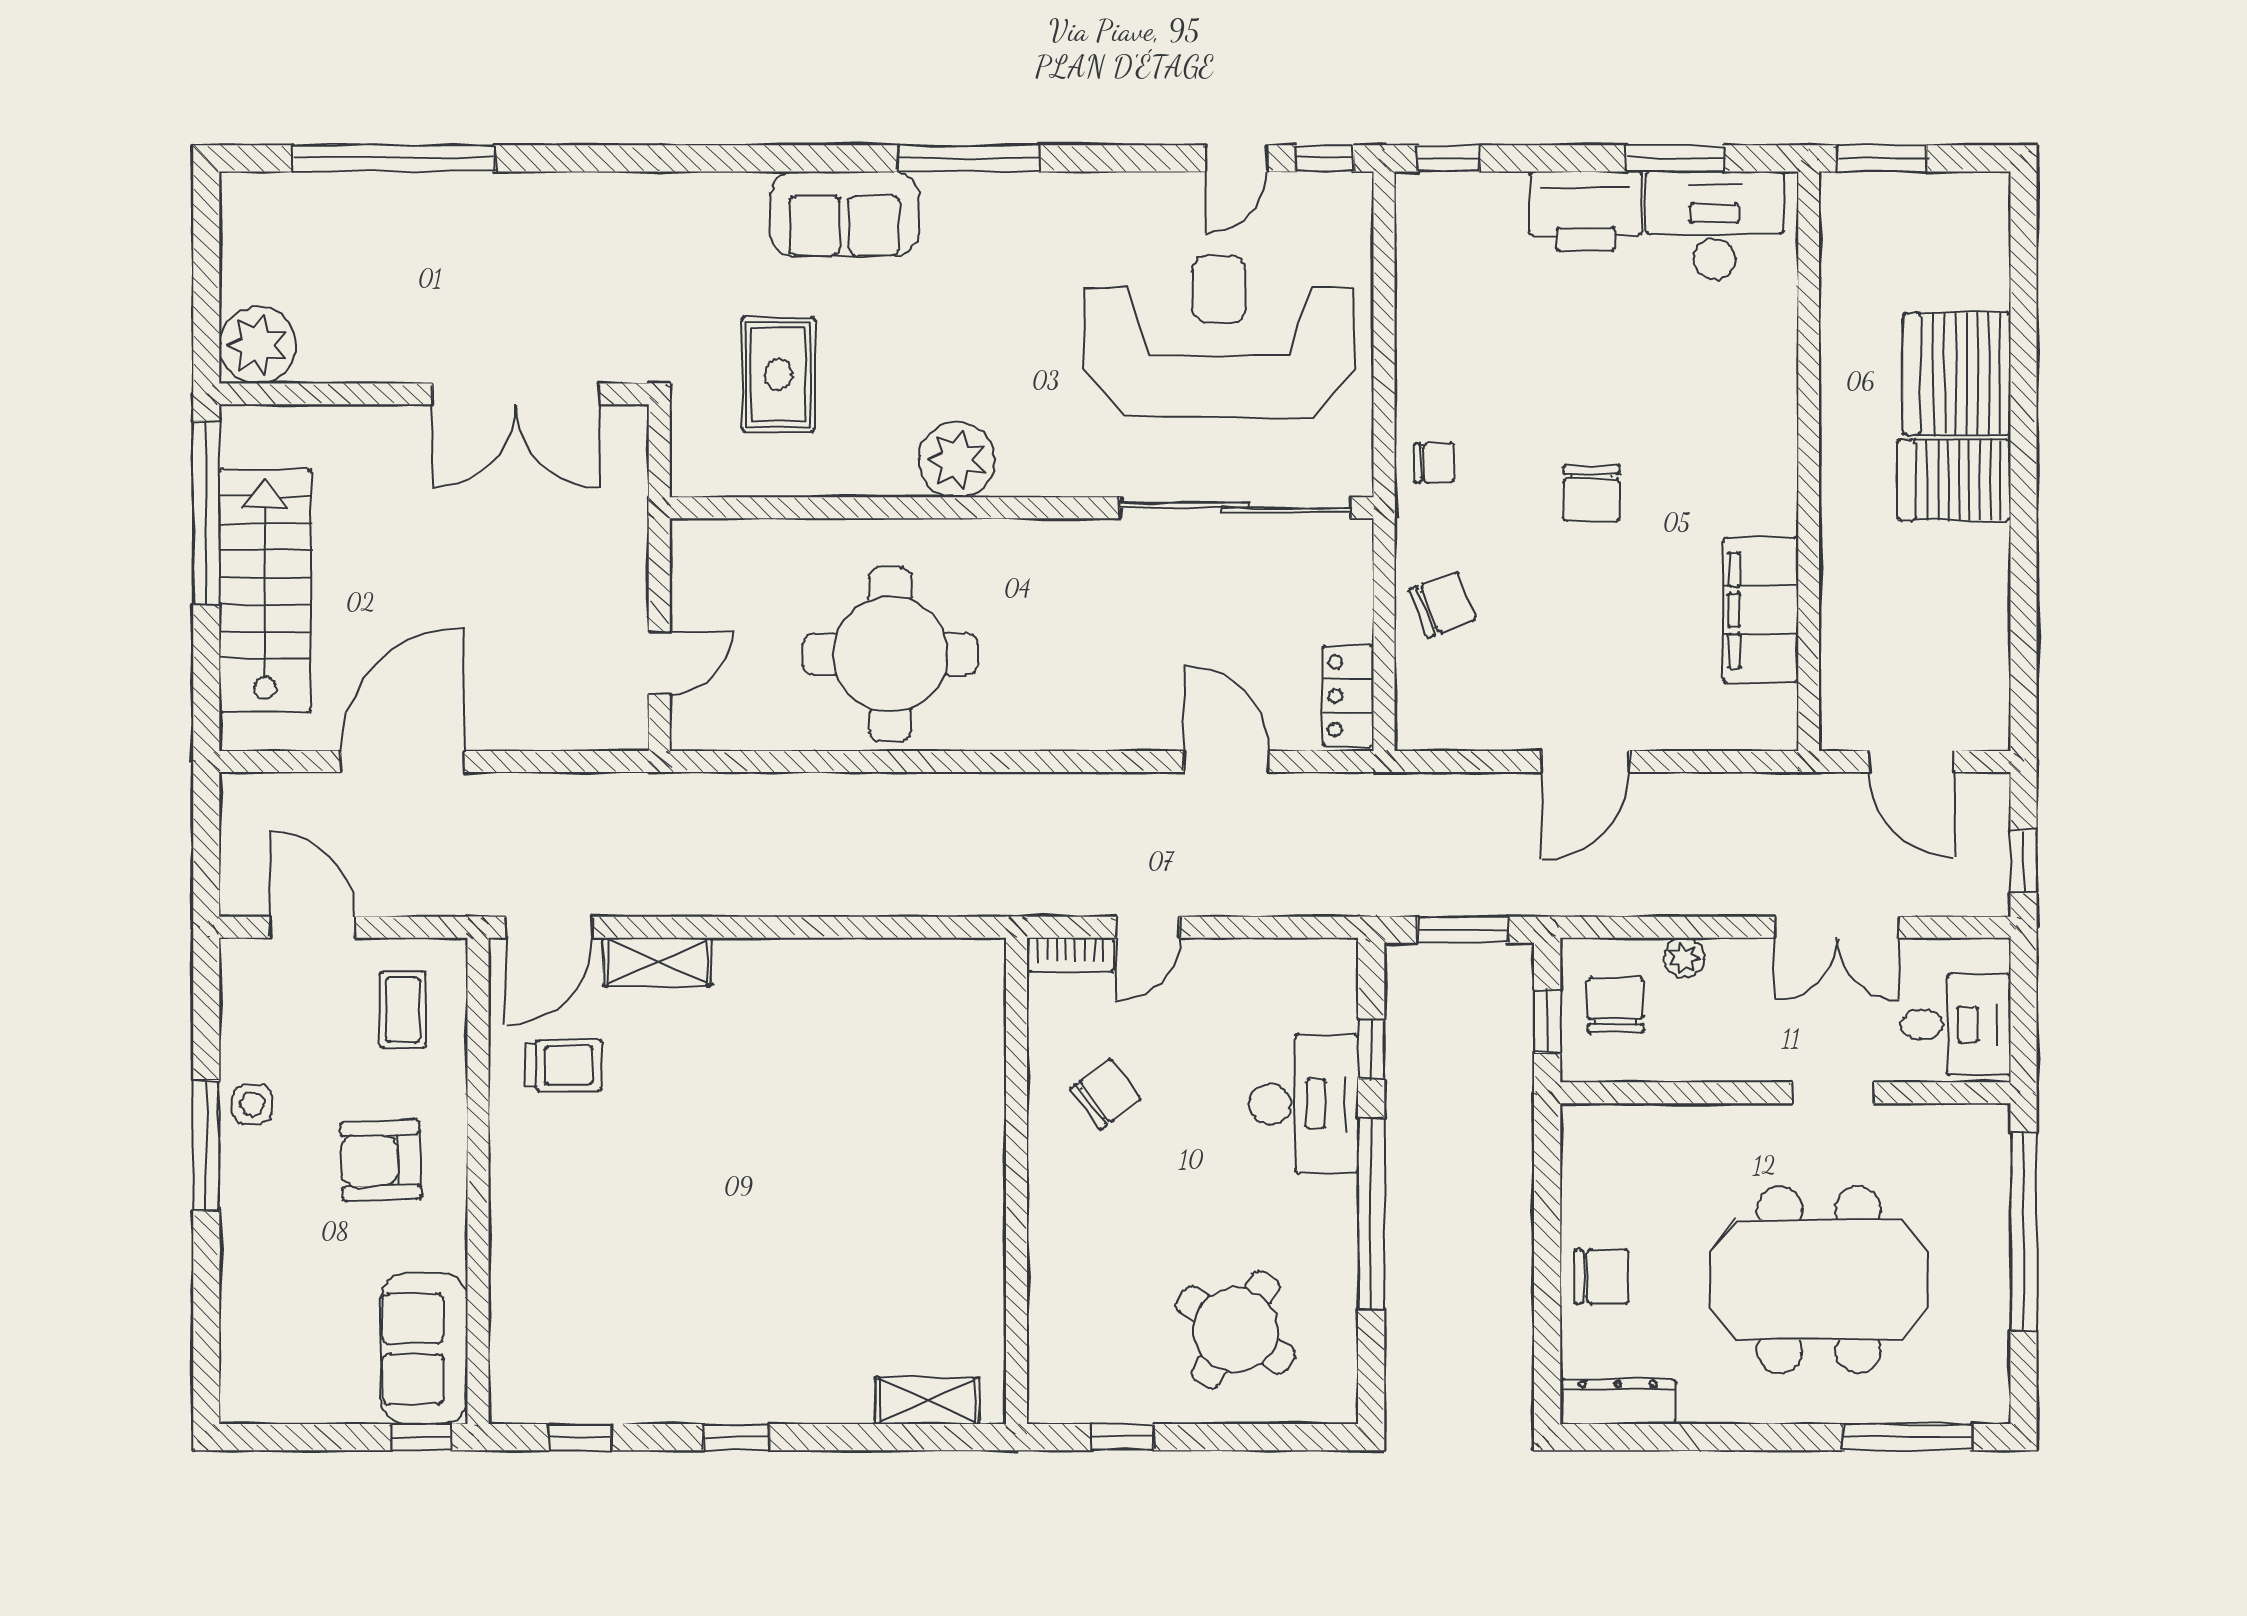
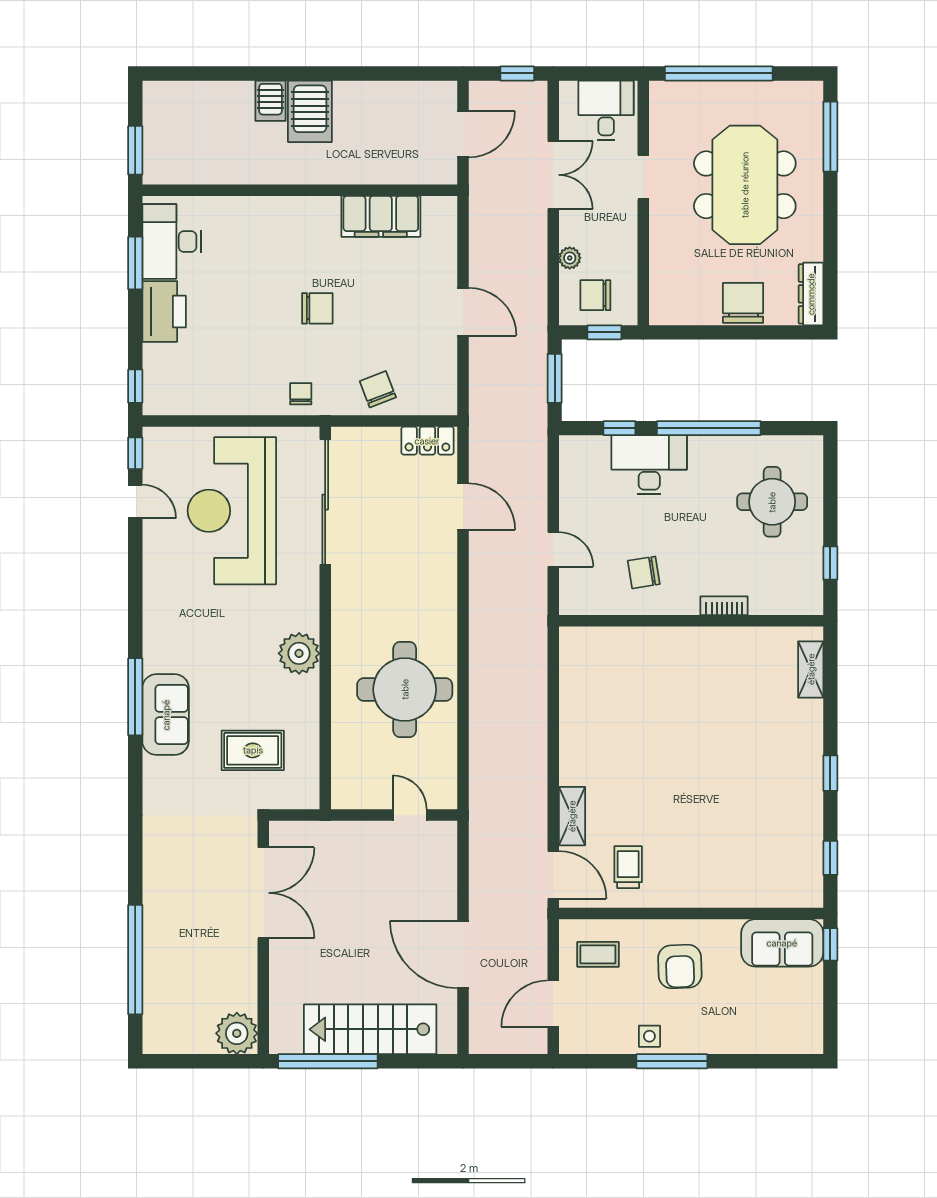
window: (969, 158) -> (135, 697), moved
server rack: (1957, 374) -> (271, 101), width x0.46, depth x0.70
door: (1227, 761) -> (463, 507), swing flipped
bookcase: (1070, 955) -> (724, 606), moved, turned -90
chair: (1106, 1094) -> (644, 572), turned -62
chair: (1601, 1277) -> (743, 303), width x1.37, depth x1.37
round table: (1236, 1330) -> (772, 502), turned -32

